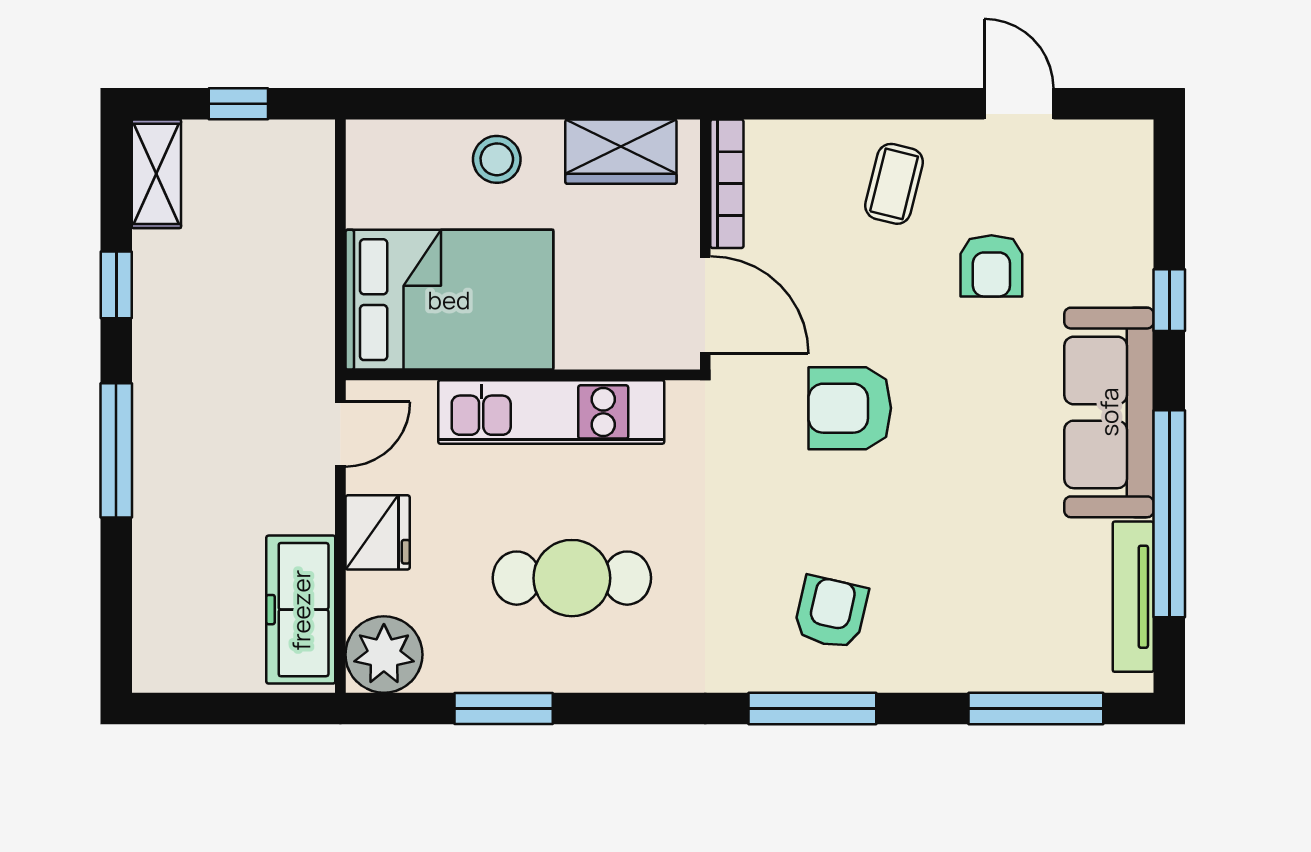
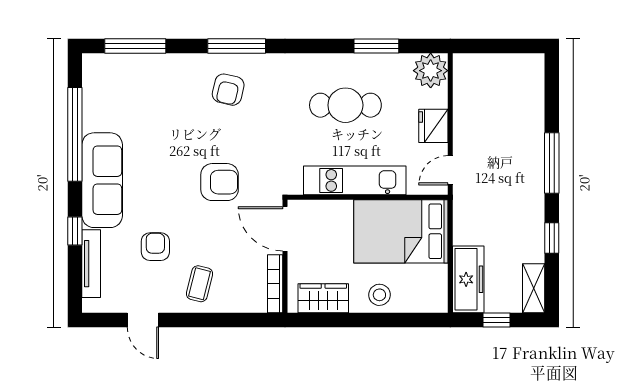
tv unit: (1133, 597) -> (91, 264), moved
freezer: (301, 610) -> (468, 279), moved

